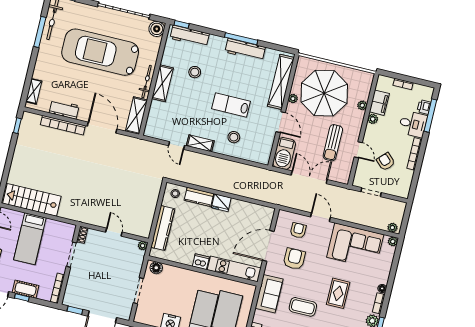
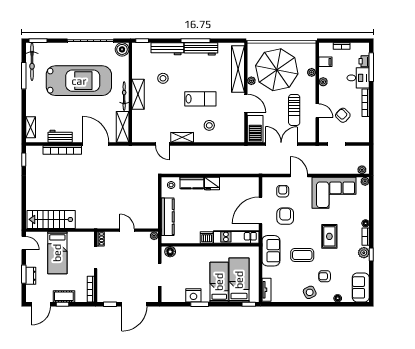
workbench: (190, 36) -> (167, 49), moved
car: (100, 52) -> (79, 81), turned 180
filing cabinet: (379, 103) -> (325, 62), width x0.50
lab bench: (231, 105) -> (200, 99), turned 180

